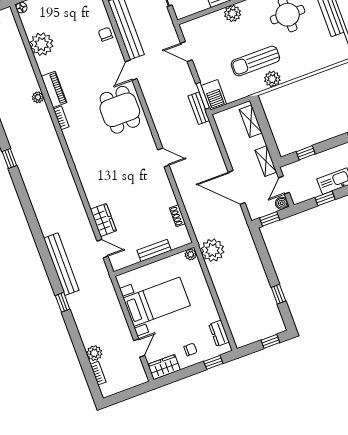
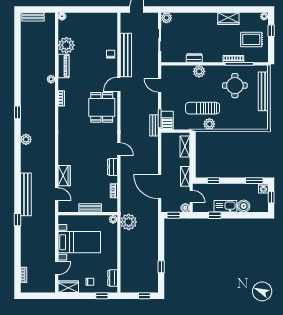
piano: (54, 89) -> (63, 66), moved
dresser: (164, 185) -> (112, 167), added
door: (284, 185) -> (191, 197), swing flipped
plant: (94, 353) -> (26, 139), moved

